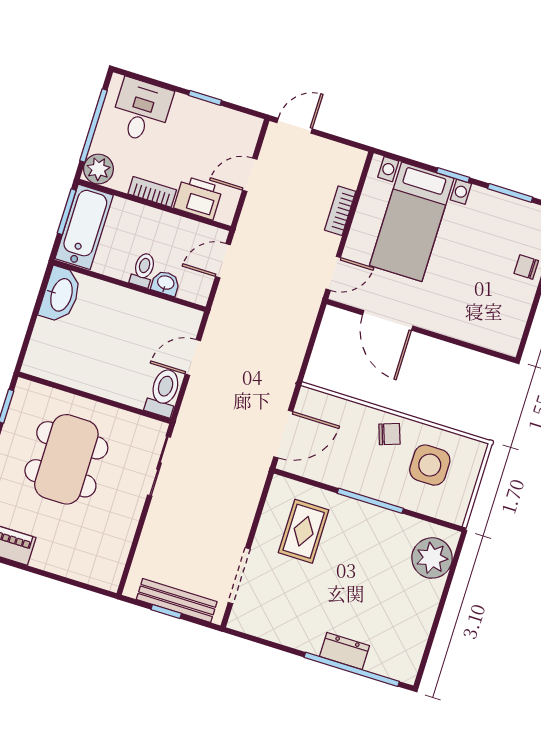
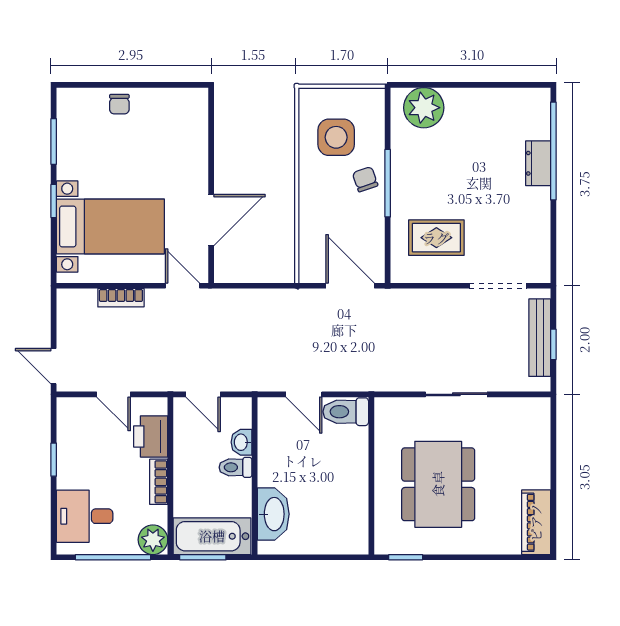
washbasin: (61, 295) -> (273, 514), moved, turned 90
chair: (389, 434) -> (365, 179), moved
dining table: (66, 459) -> (438, 484), turned 90
sliding door: (159, 466) -> (456, 394), moved

